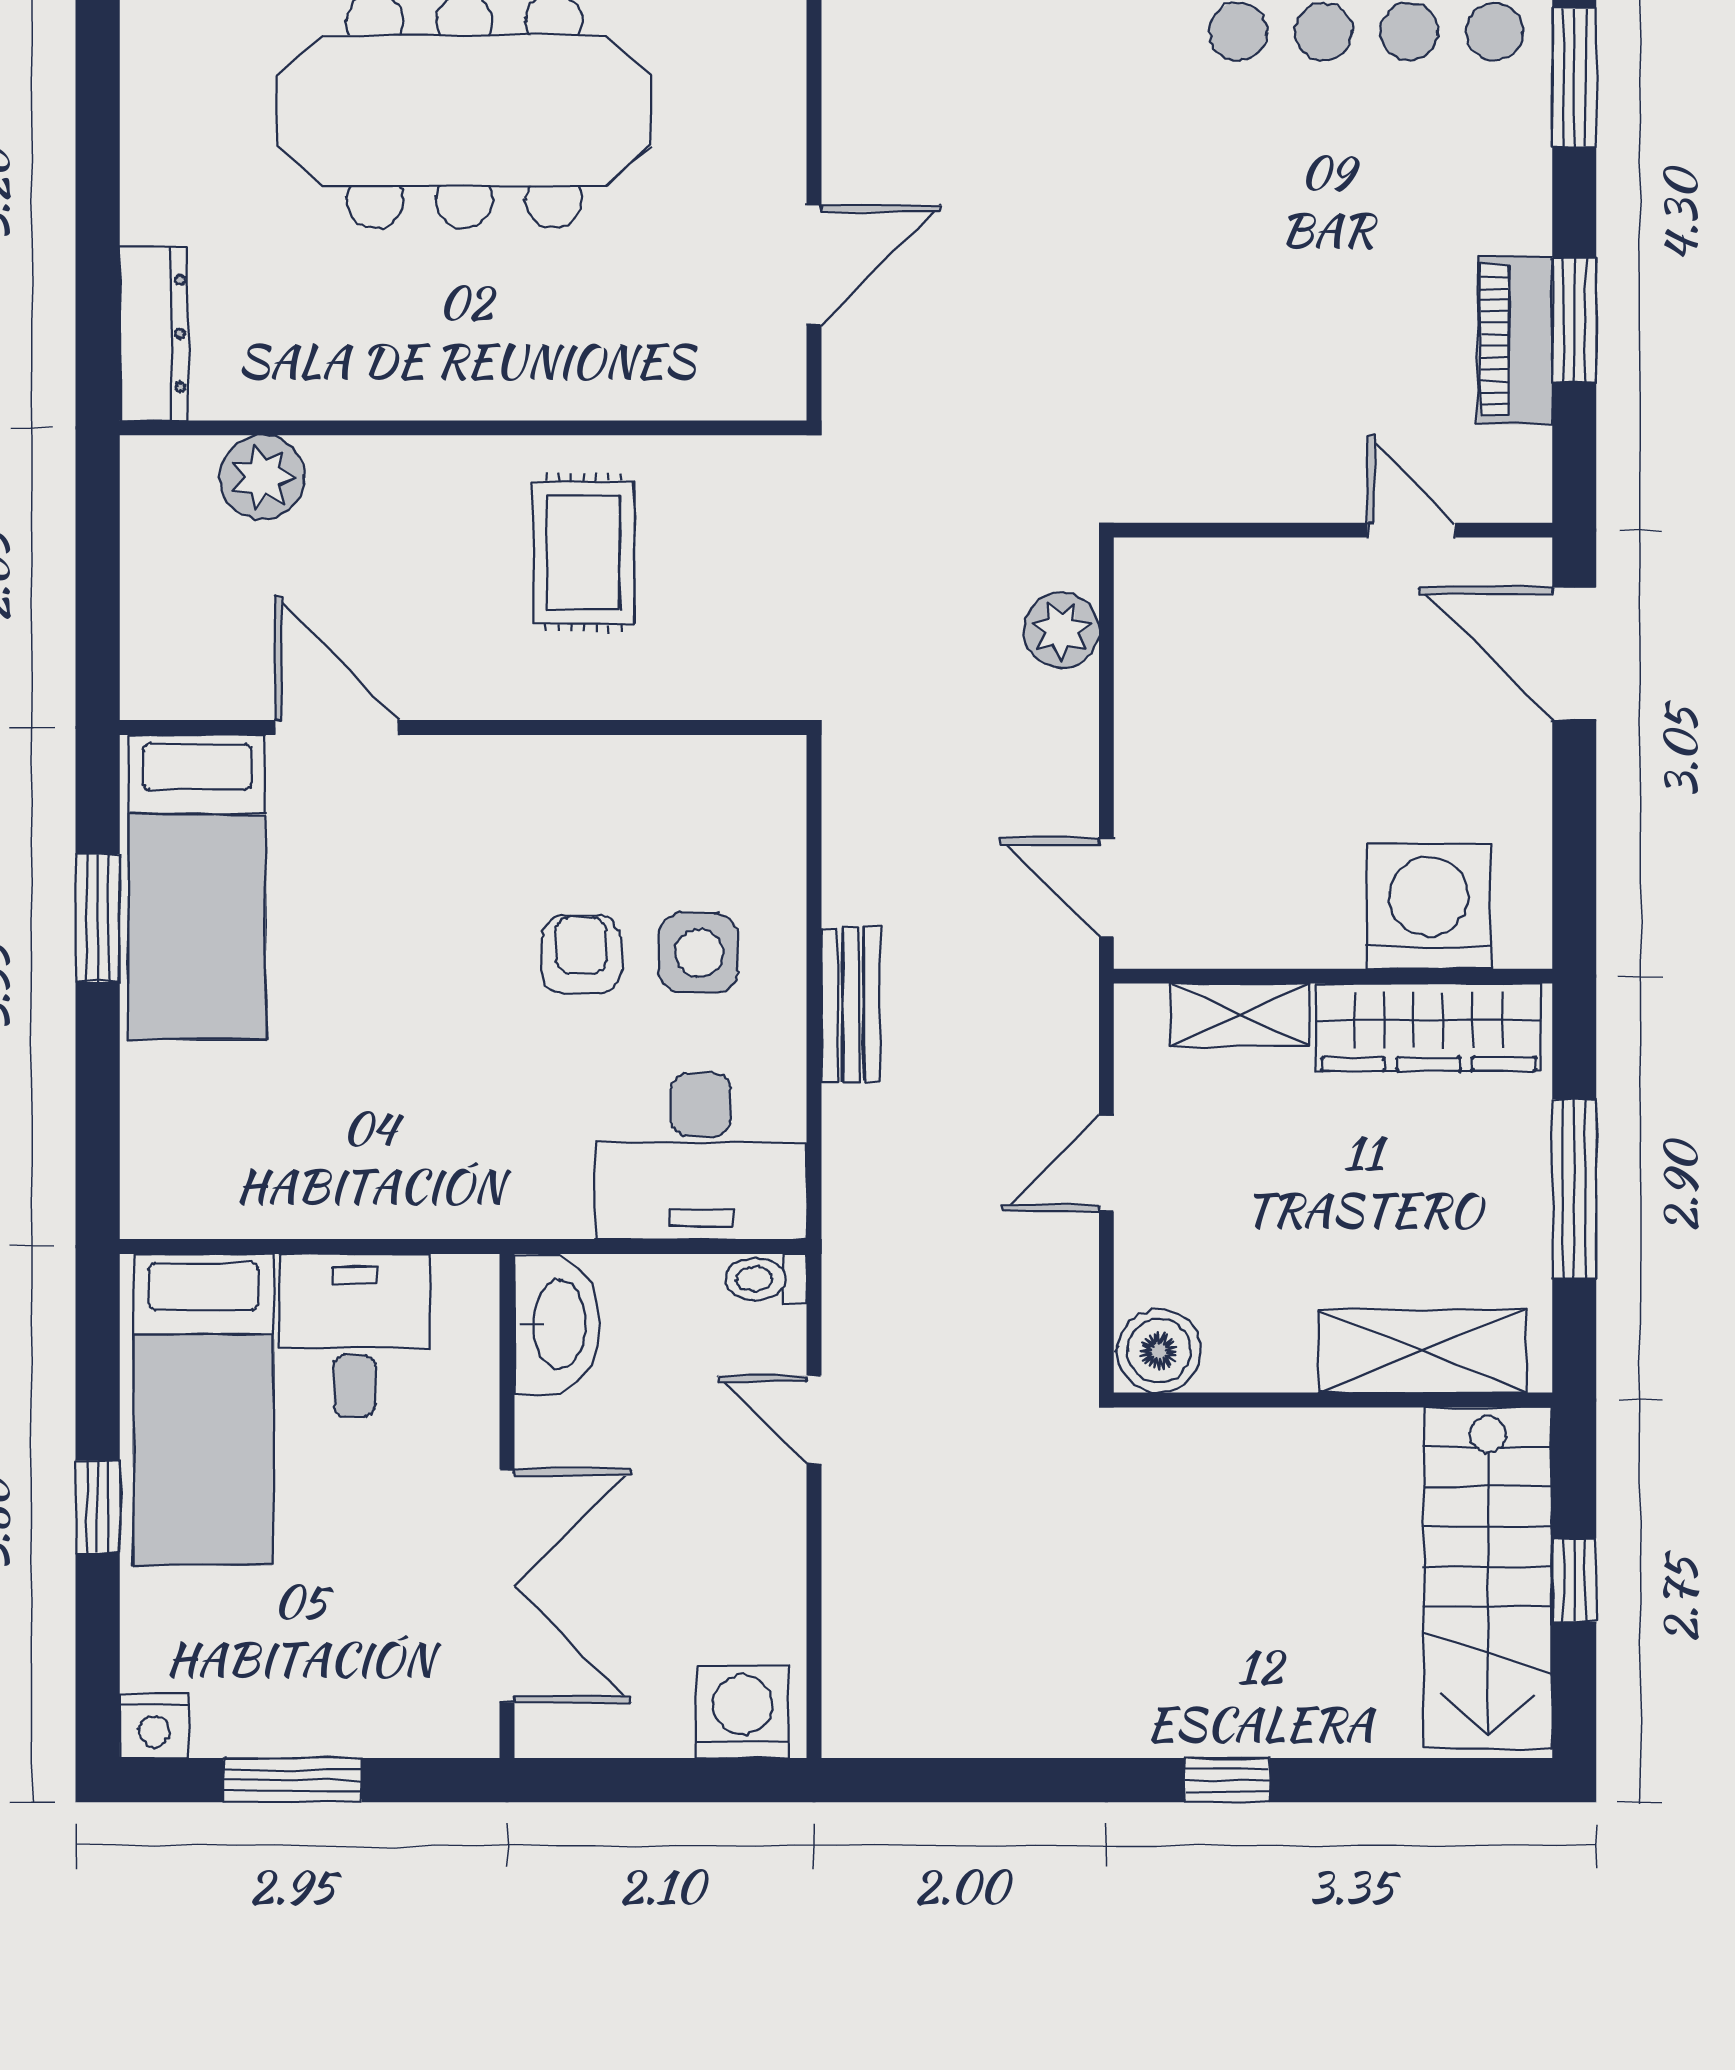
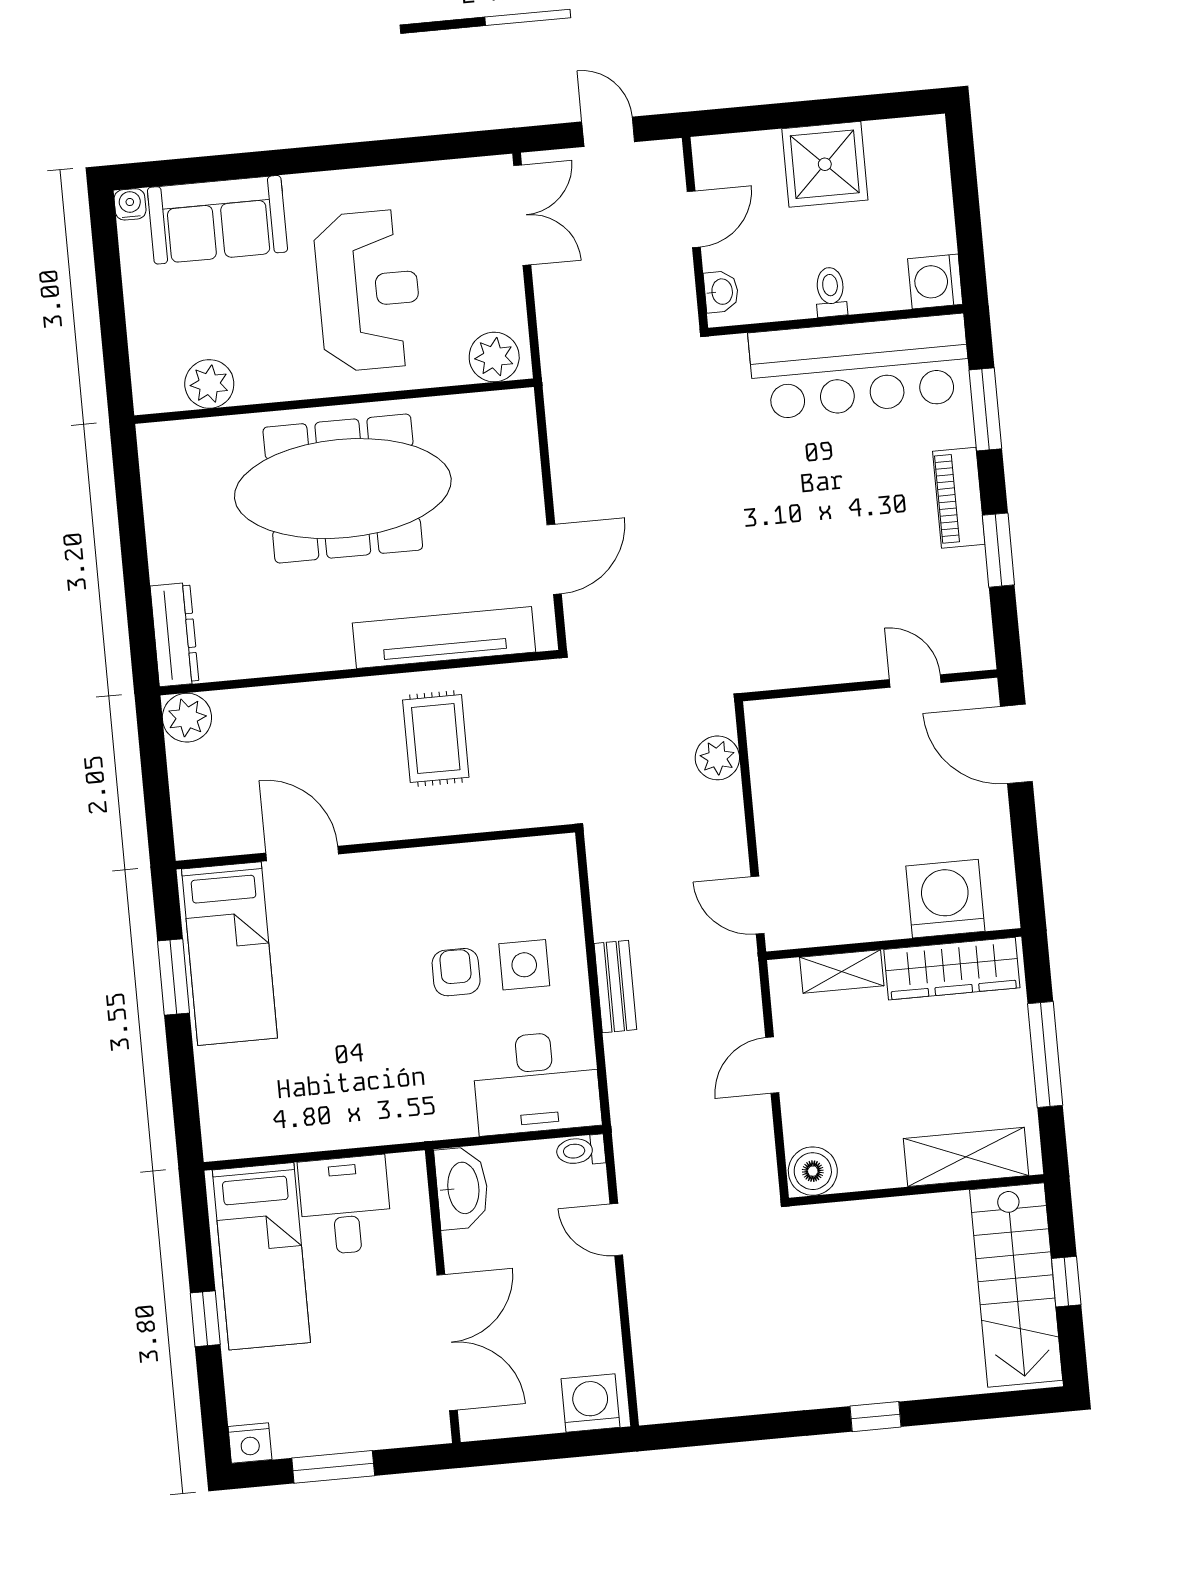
piano: (1515, 340) -> (959, 498), moved
tv unit: (613, 381) -> (444, 638), added
plant: (262, 477) -> (187, 718), moved

